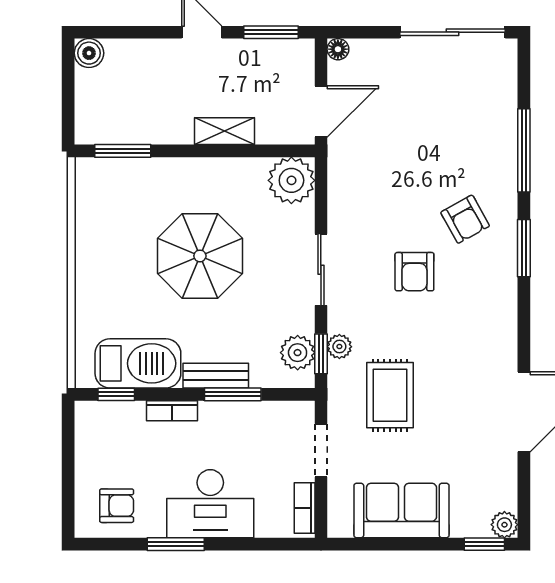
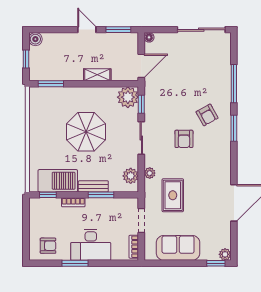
window: (68, 97) -> (26, 59), added
window: (321, 354) -> (141, 104), moved

